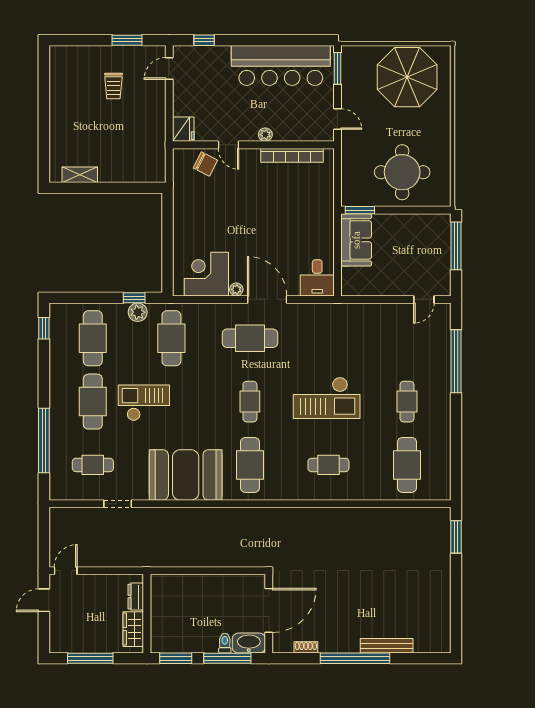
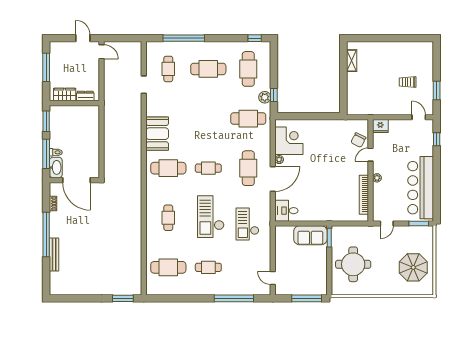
parasol: (407, 77) -> (413, 267), width x0.73, depth x0.73
cafe table: (93, 338) -> (248, 69), turned 90
checkout: (144, 403) -> (247, 224), moved, turned 180
booth: (186, 475) -> (157, 134), width x0.73, depth x0.70

